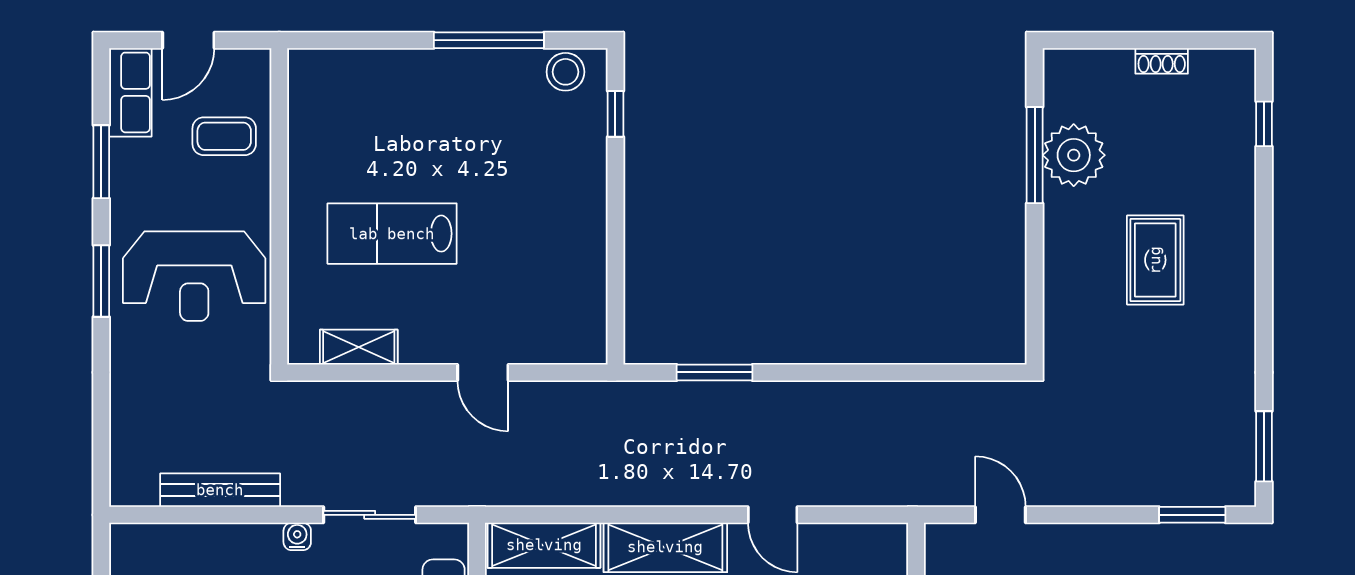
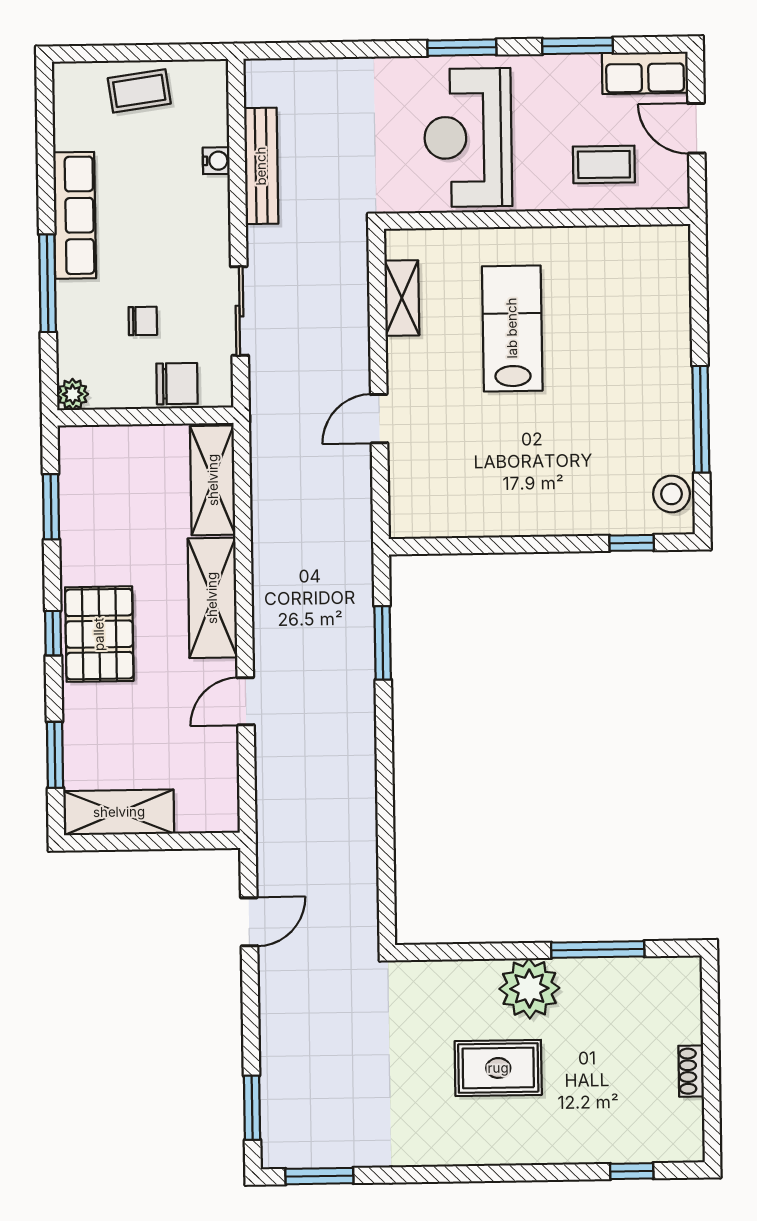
coffee table: (224, 136) -> (604, 164), turned 90
plant: (1074, 155) -> (529, 988), moved
water cooler: (297, 536) -> (216, 161), moved

